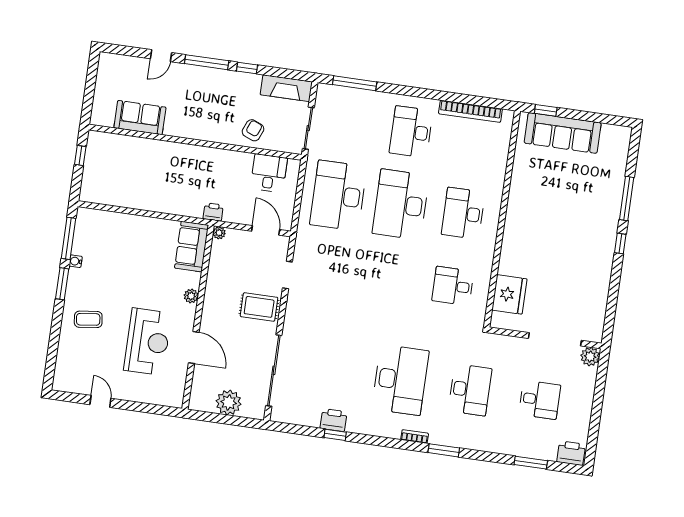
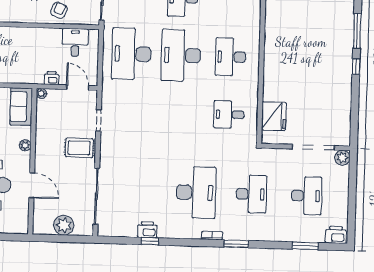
printer: (213, 212) -> (51, 78), moved
desk: (540, 400) -> (307, 196), width x1.37

